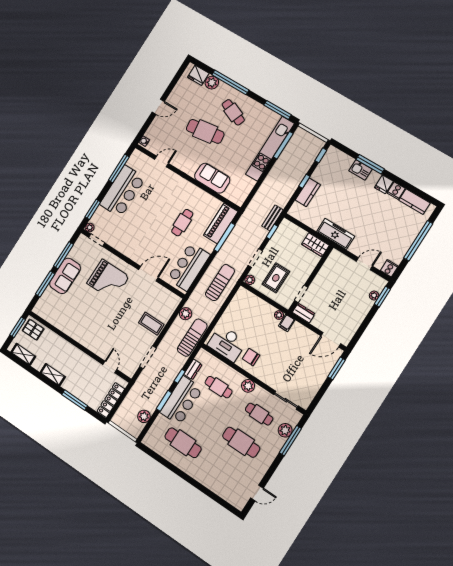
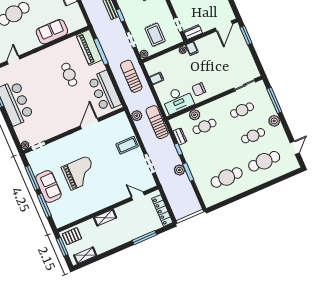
window: (93, 209) -> (13, 134), removed
grand piano: (108, 280) -> (80, 173), moved
filing cabinet: (234, 308) -> (157, 78), added
shelving: (53, 375) -> (105, 218), moved
plant: (248, 386) -> (195, 115), moved
bar counter: (181, 401) -> (196, 159), removed
plant: (144, 416) -> (179, 170), moved
plant: (285, 430) -> (274, 121), moved
cafe table: (241, 442) -> (253, 136), width x0.73, depth x0.74
cafe table: (223, 470) -> (264, 161), added

